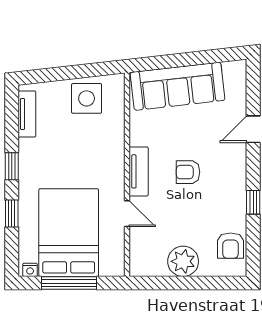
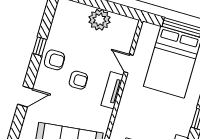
armchair: (231, 246) -> (55, 60), moved, turned 90

